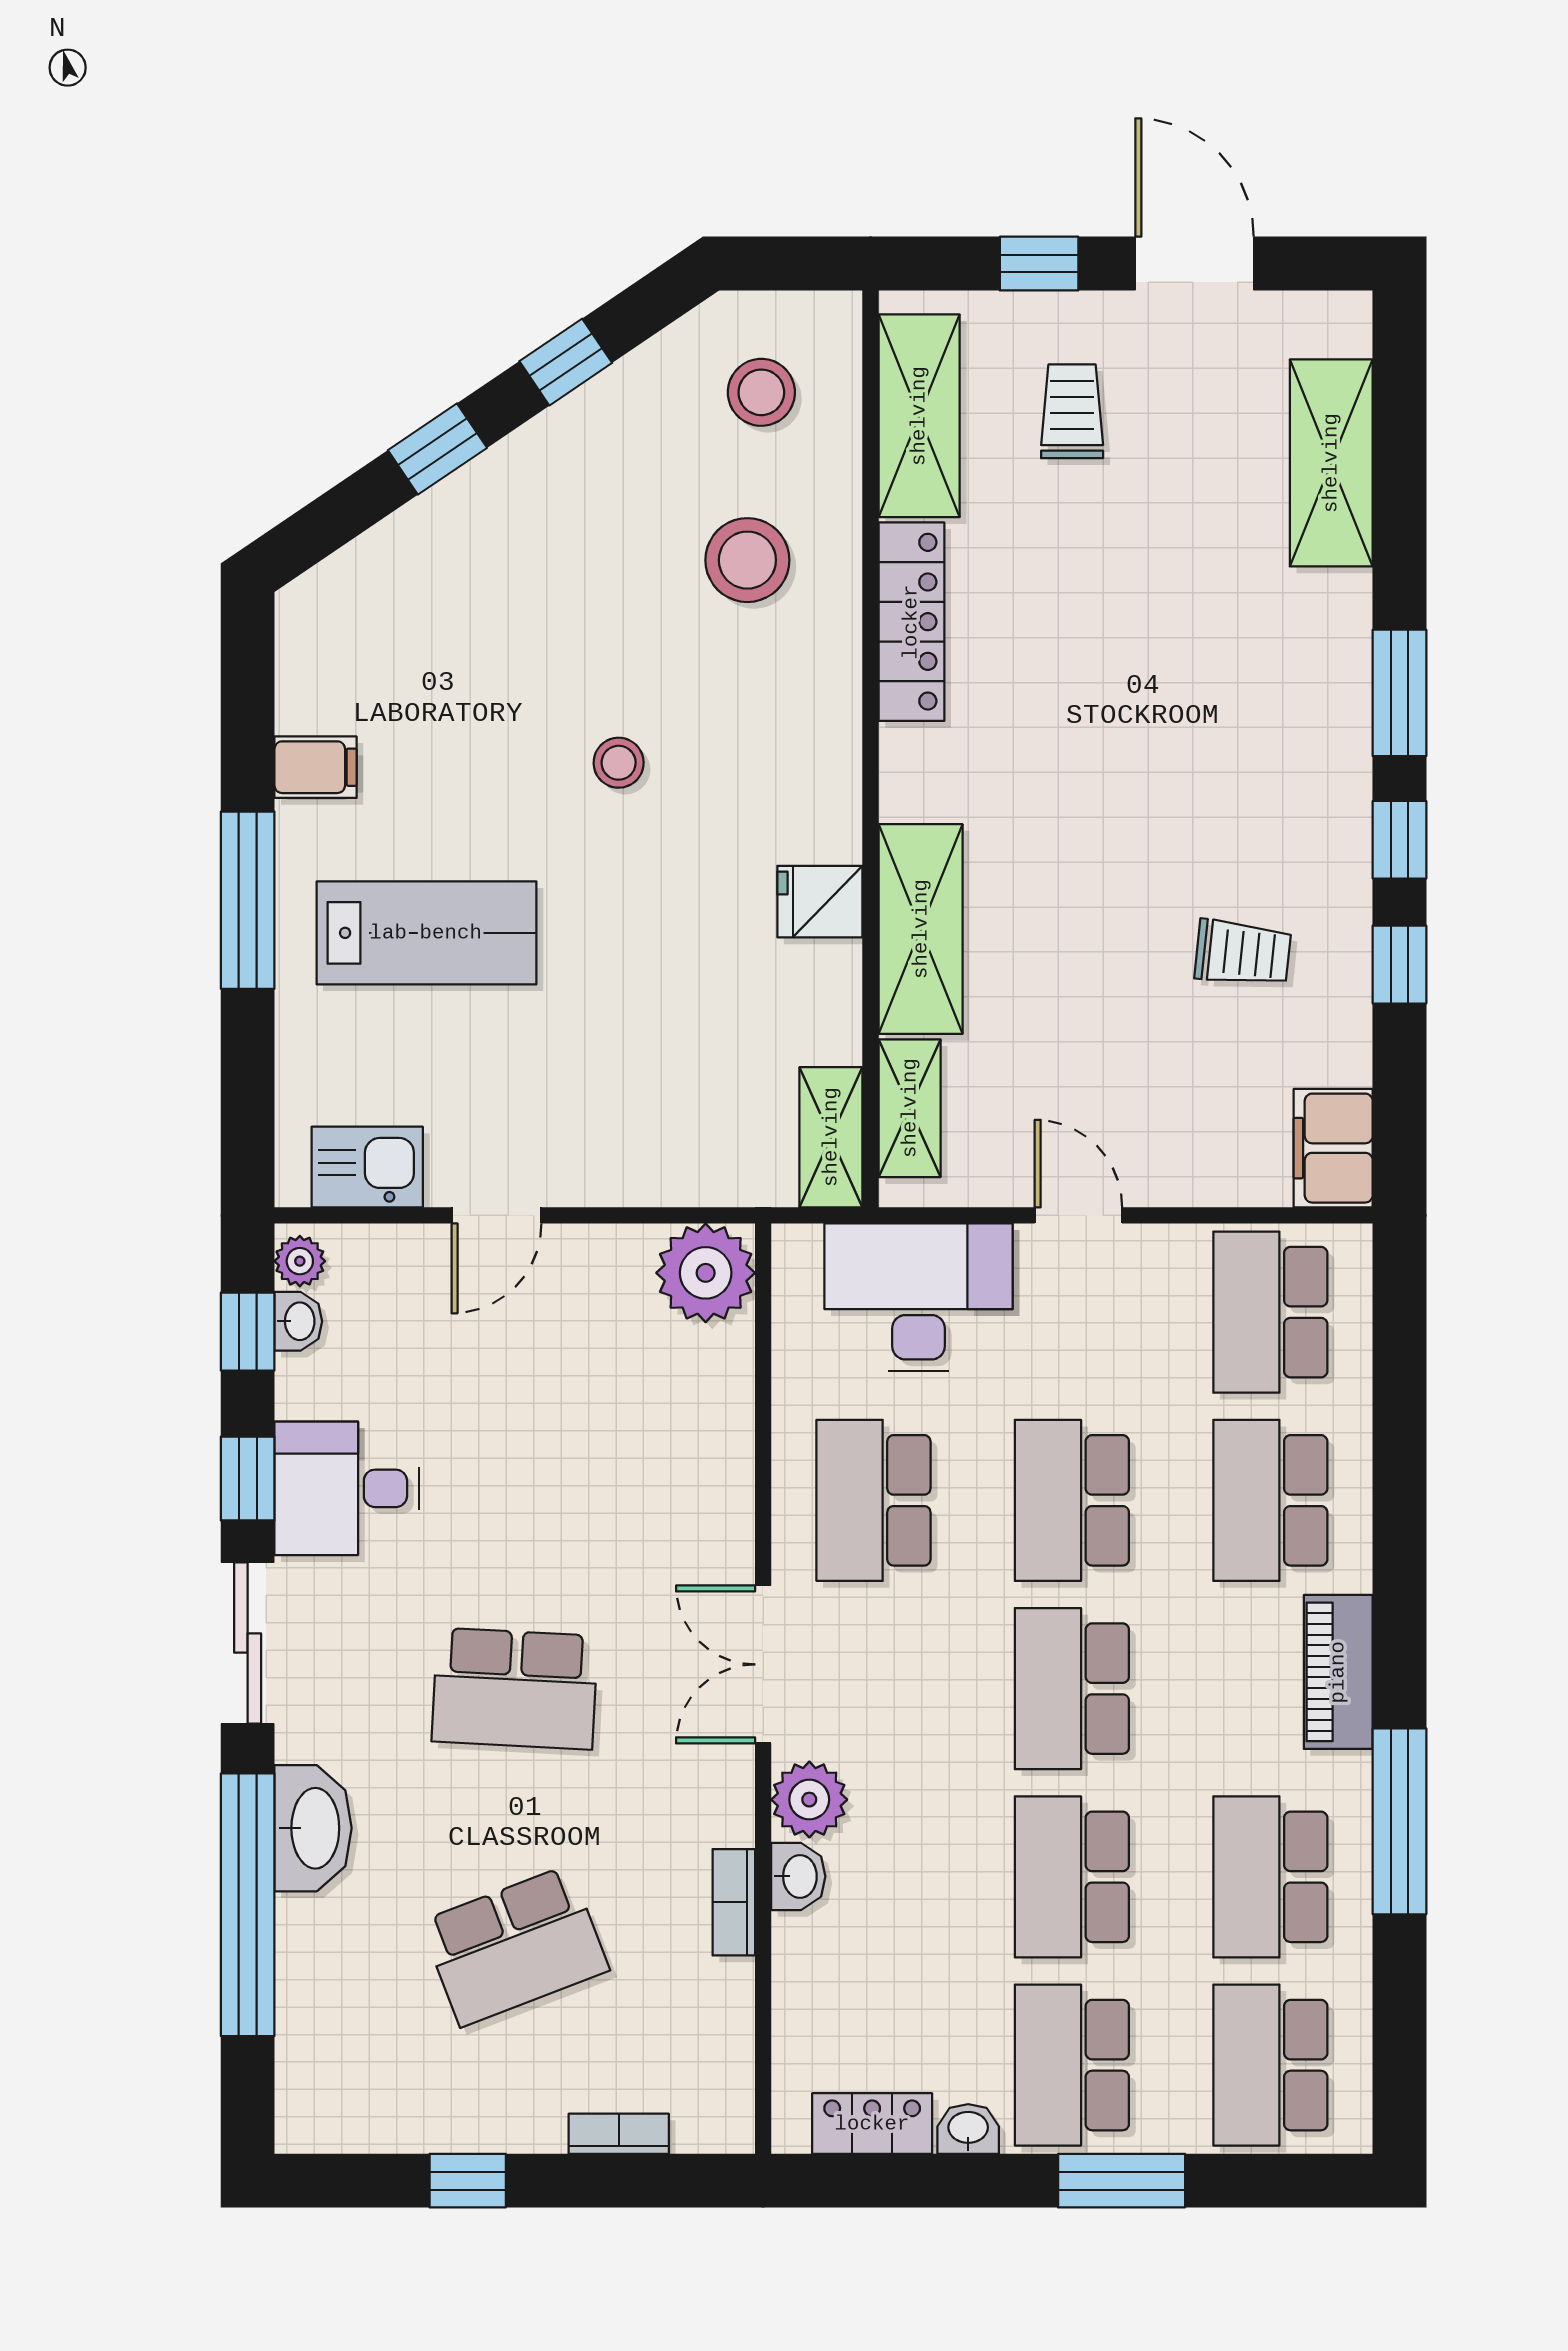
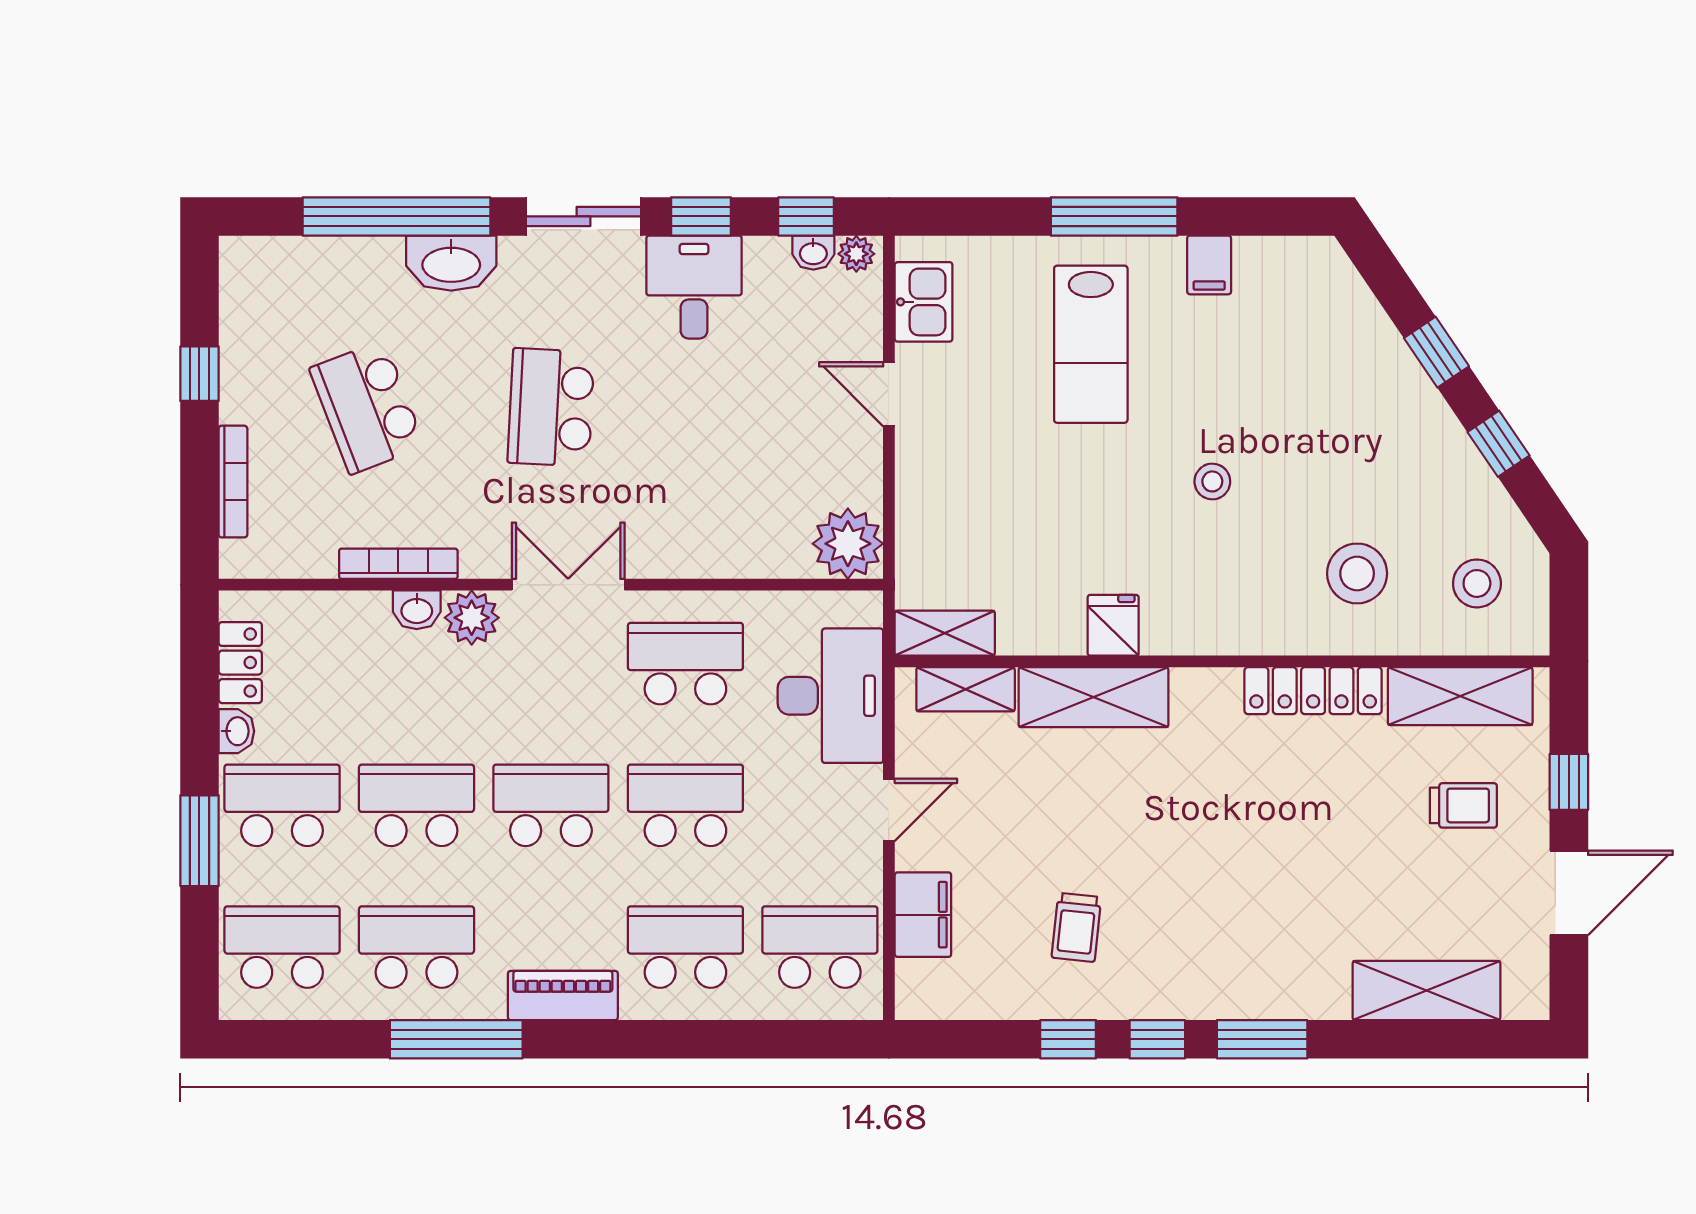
filing cabinet: (1333, 1148) -> (923, 915), moved, turned 90
bookcase: (734, 1902) -> (398, 564), width x1.56
bookcase: (619, 2134) -> (233, 482), width x1.56

